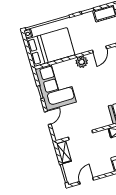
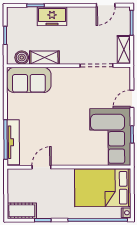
plant: (82, 62) -> (69, 158), removed

